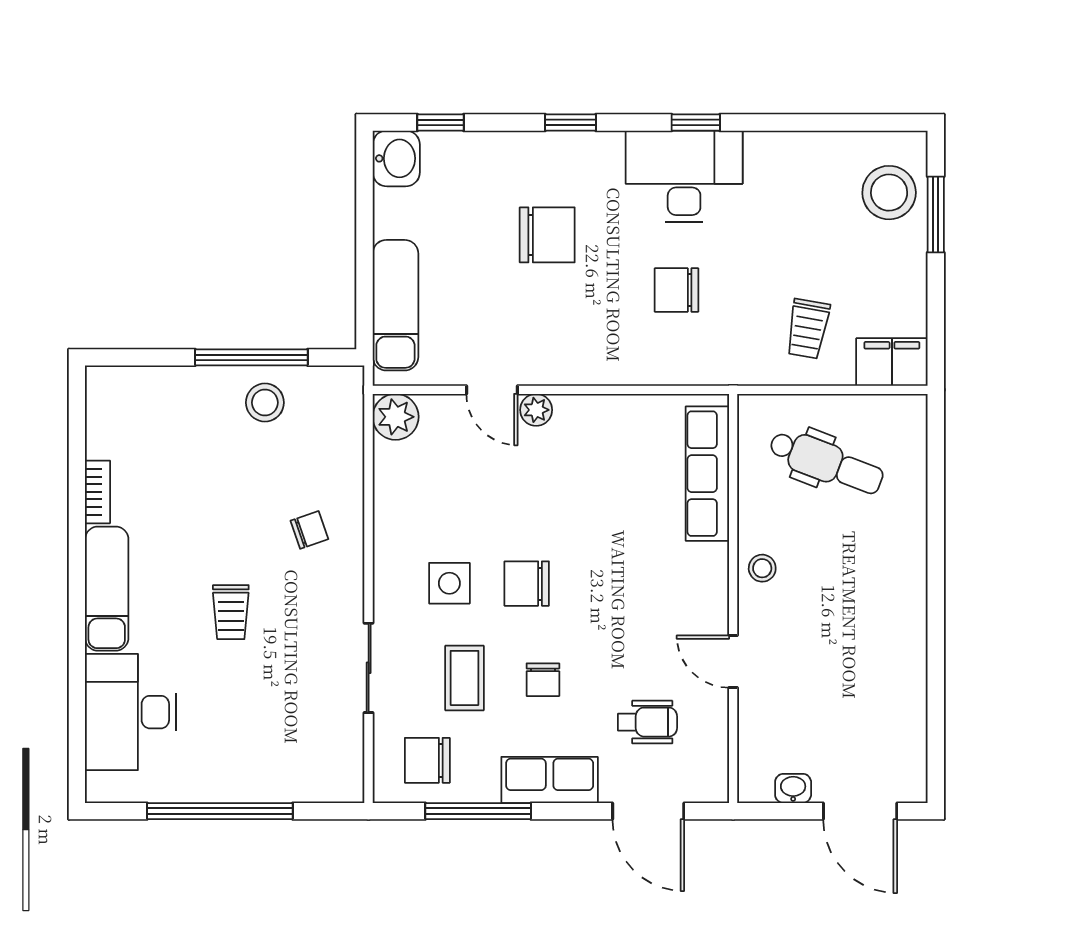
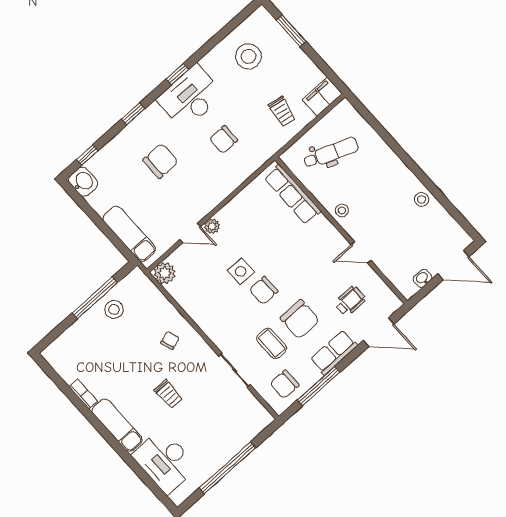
stool: (889, 193) -> (248, 56), moved
side table: (449, 583) -> (241, 271), moved
stool: (903, 663) -> (422, 199), added
chair: (543, 680) -> (300, 319), width x1.87, depth x1.87

